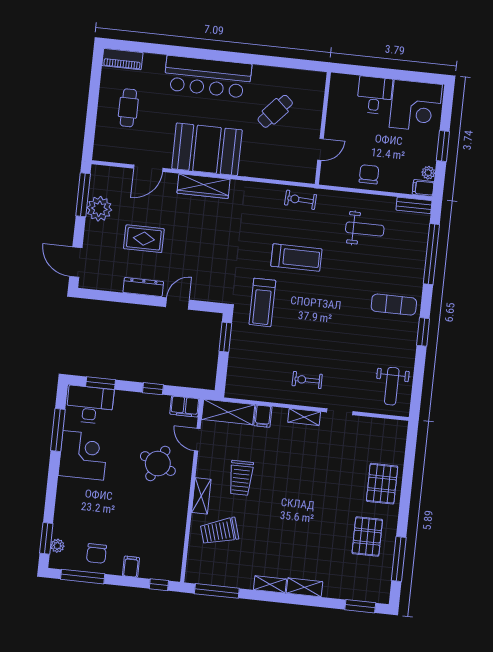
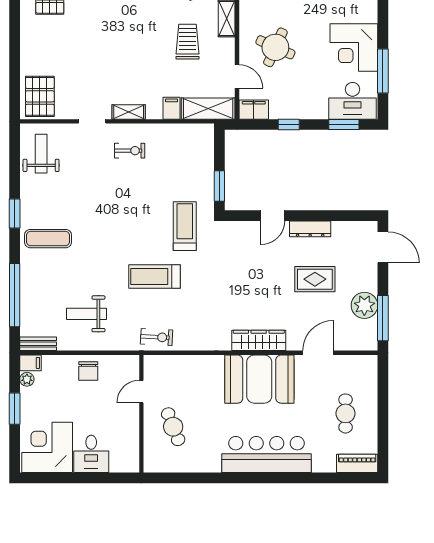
cafe table: (275, 111) -> (173, 427), moved, turned -63
pallet: (382, 484) -> (40, 96), moved

